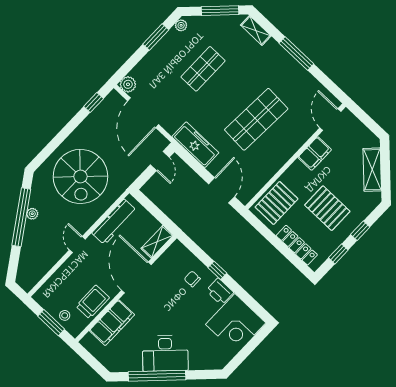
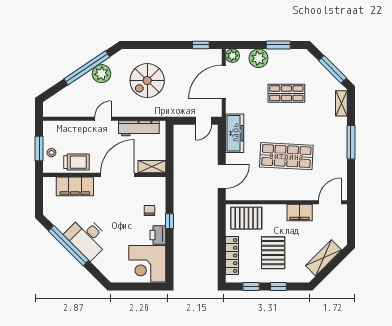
plant: (181, 25) -> (259, 58), moved, width x1.87, depth x1.87
spiral stairs: (80, 176) -> (147, 81), width x0.73, depth x0.73
plant: (32, 214) -> (101, 74), width x1.88, depth x1.88

